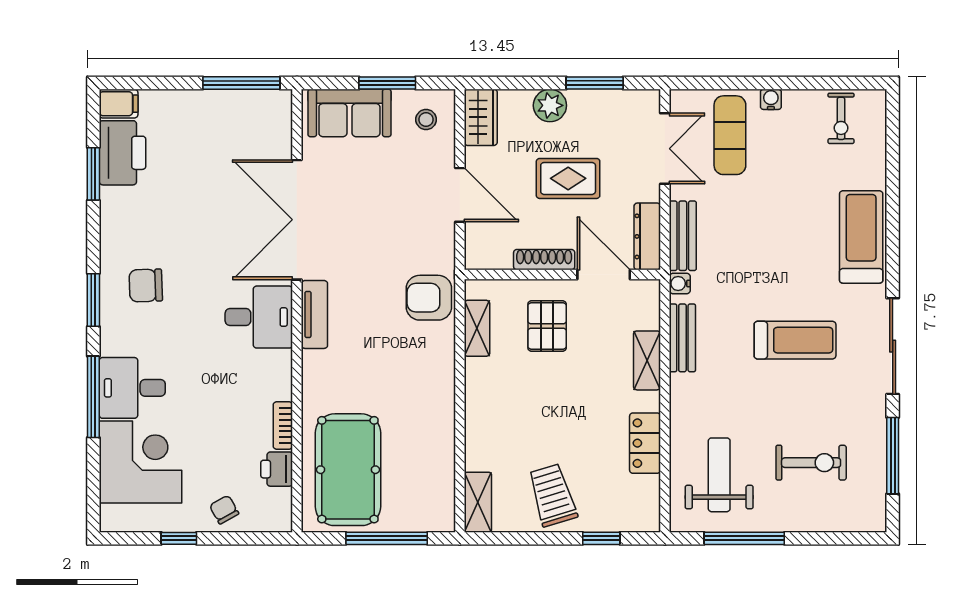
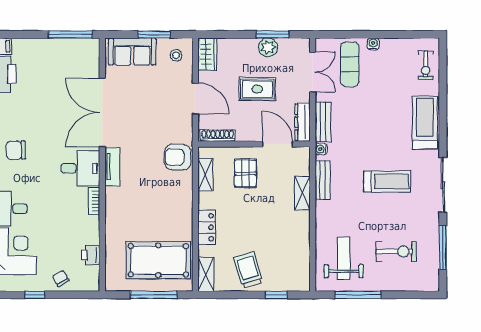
plant: (550, 105) -> (268, 47), moved
exercise bike: (841, 118) -> (426, 65), moved
shoe rack: (544, 260) -> (218, 135), moved
bookcase: (283, 426) -> (94, 201), moved
locker: (645, 443) -> (207, 227), moved, turned 180
pool table: (348, 470) -> (158, 260), moved, turned 90

